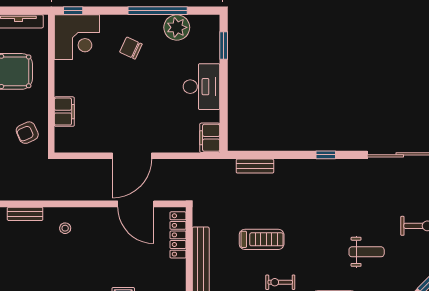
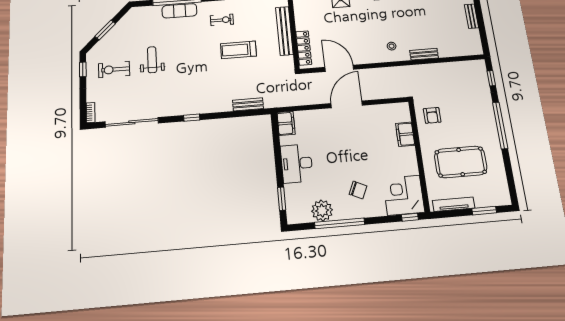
armchair: (27, 133) -> (432, 115), turned 114
weight bench: (367, 252) -> (152, 60), moved, turned 90

